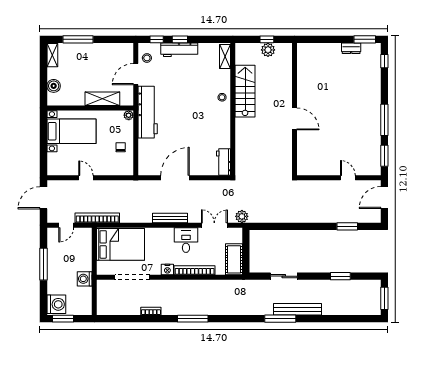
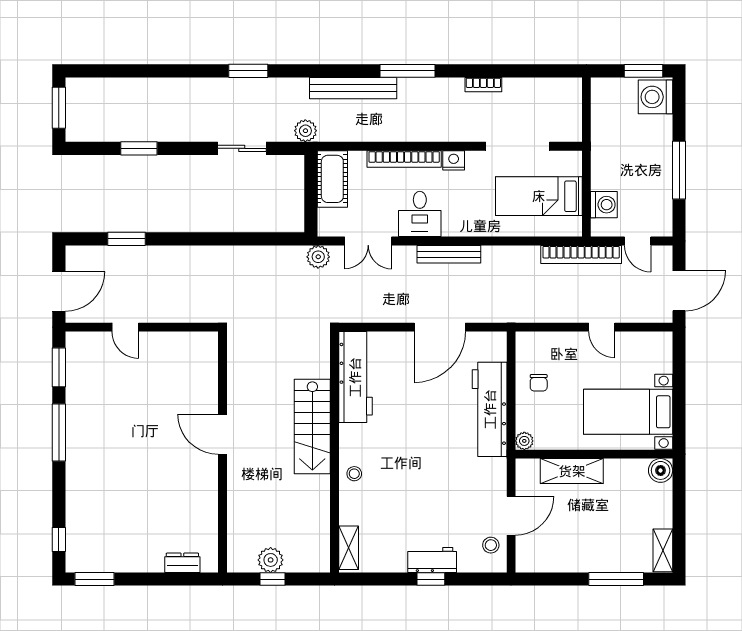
window: (157, 39) -> (473, 579), removed
dresser: (351, 48) -> (182, 563), moved
workbench: (179, 50) -> (432, 560), width x0.73
boiler: (54, 86) -> (661, 470), moved
stairs: (245, 91) -> (312, 426), moved
workbench: (148, 112) -> (490, 409), moved
workbench: (224, 162) -> (355, 377), width x1.88, depth x1.32
door: (66, 225) -> (638, 241), swing flipped
bed: (121, 244) -> (539, 196), width x0.67
washing machine: (85, 279) -> (604, 205), moved
plant: (249, 286) -> (305, 131), added
bench: (297, 309) -> (353, 88), moved
window: (280, 319) -> (248, 71), width x0.69

